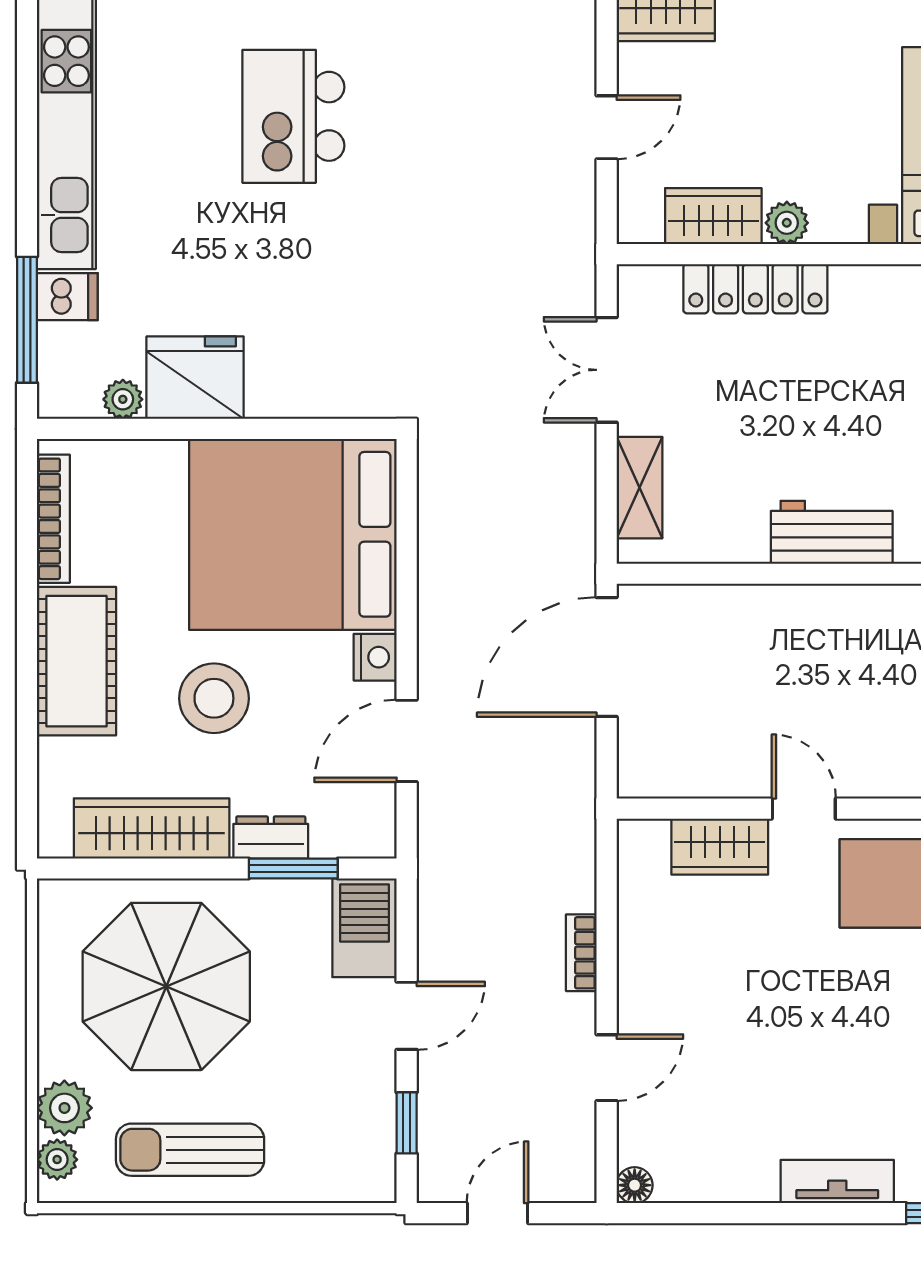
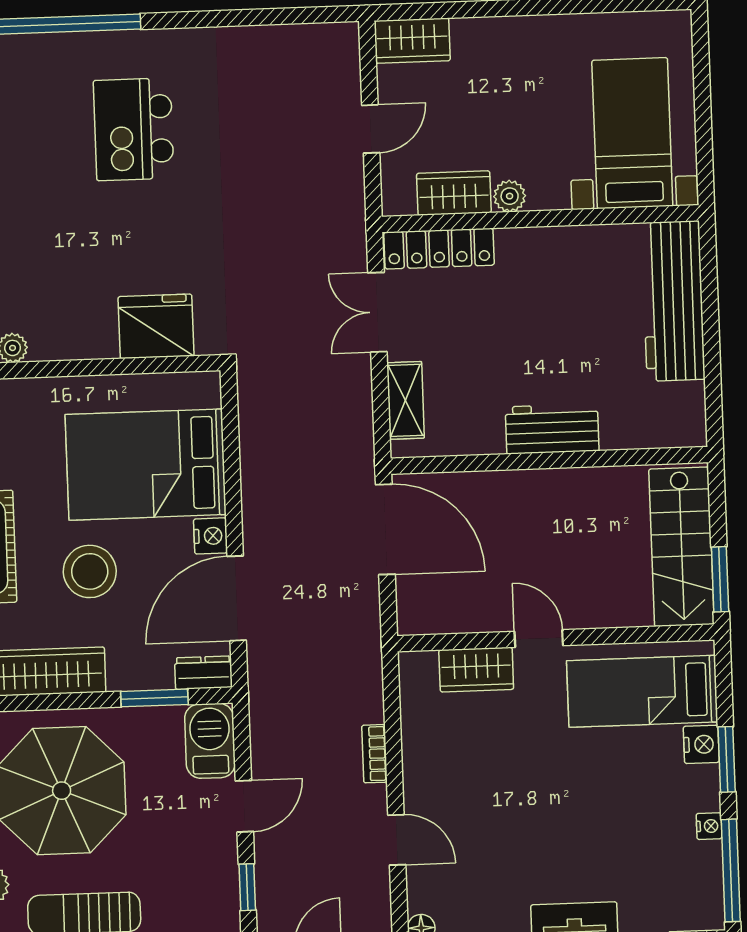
locker: (755, 289) -> (439, 249), moved
fridge: (195, 378) -> (156, 326), moved
bed: (293, 534) -> (146, 465), width x0.73
door: (607, 657) -> (385, 529), swing flipped
door: (407, 741) -> (237, 598), width x1.36
dresser: (271, 837) -> (203, 673), moved
door: (607, 1068) -> (397, 840), hinge flipped

